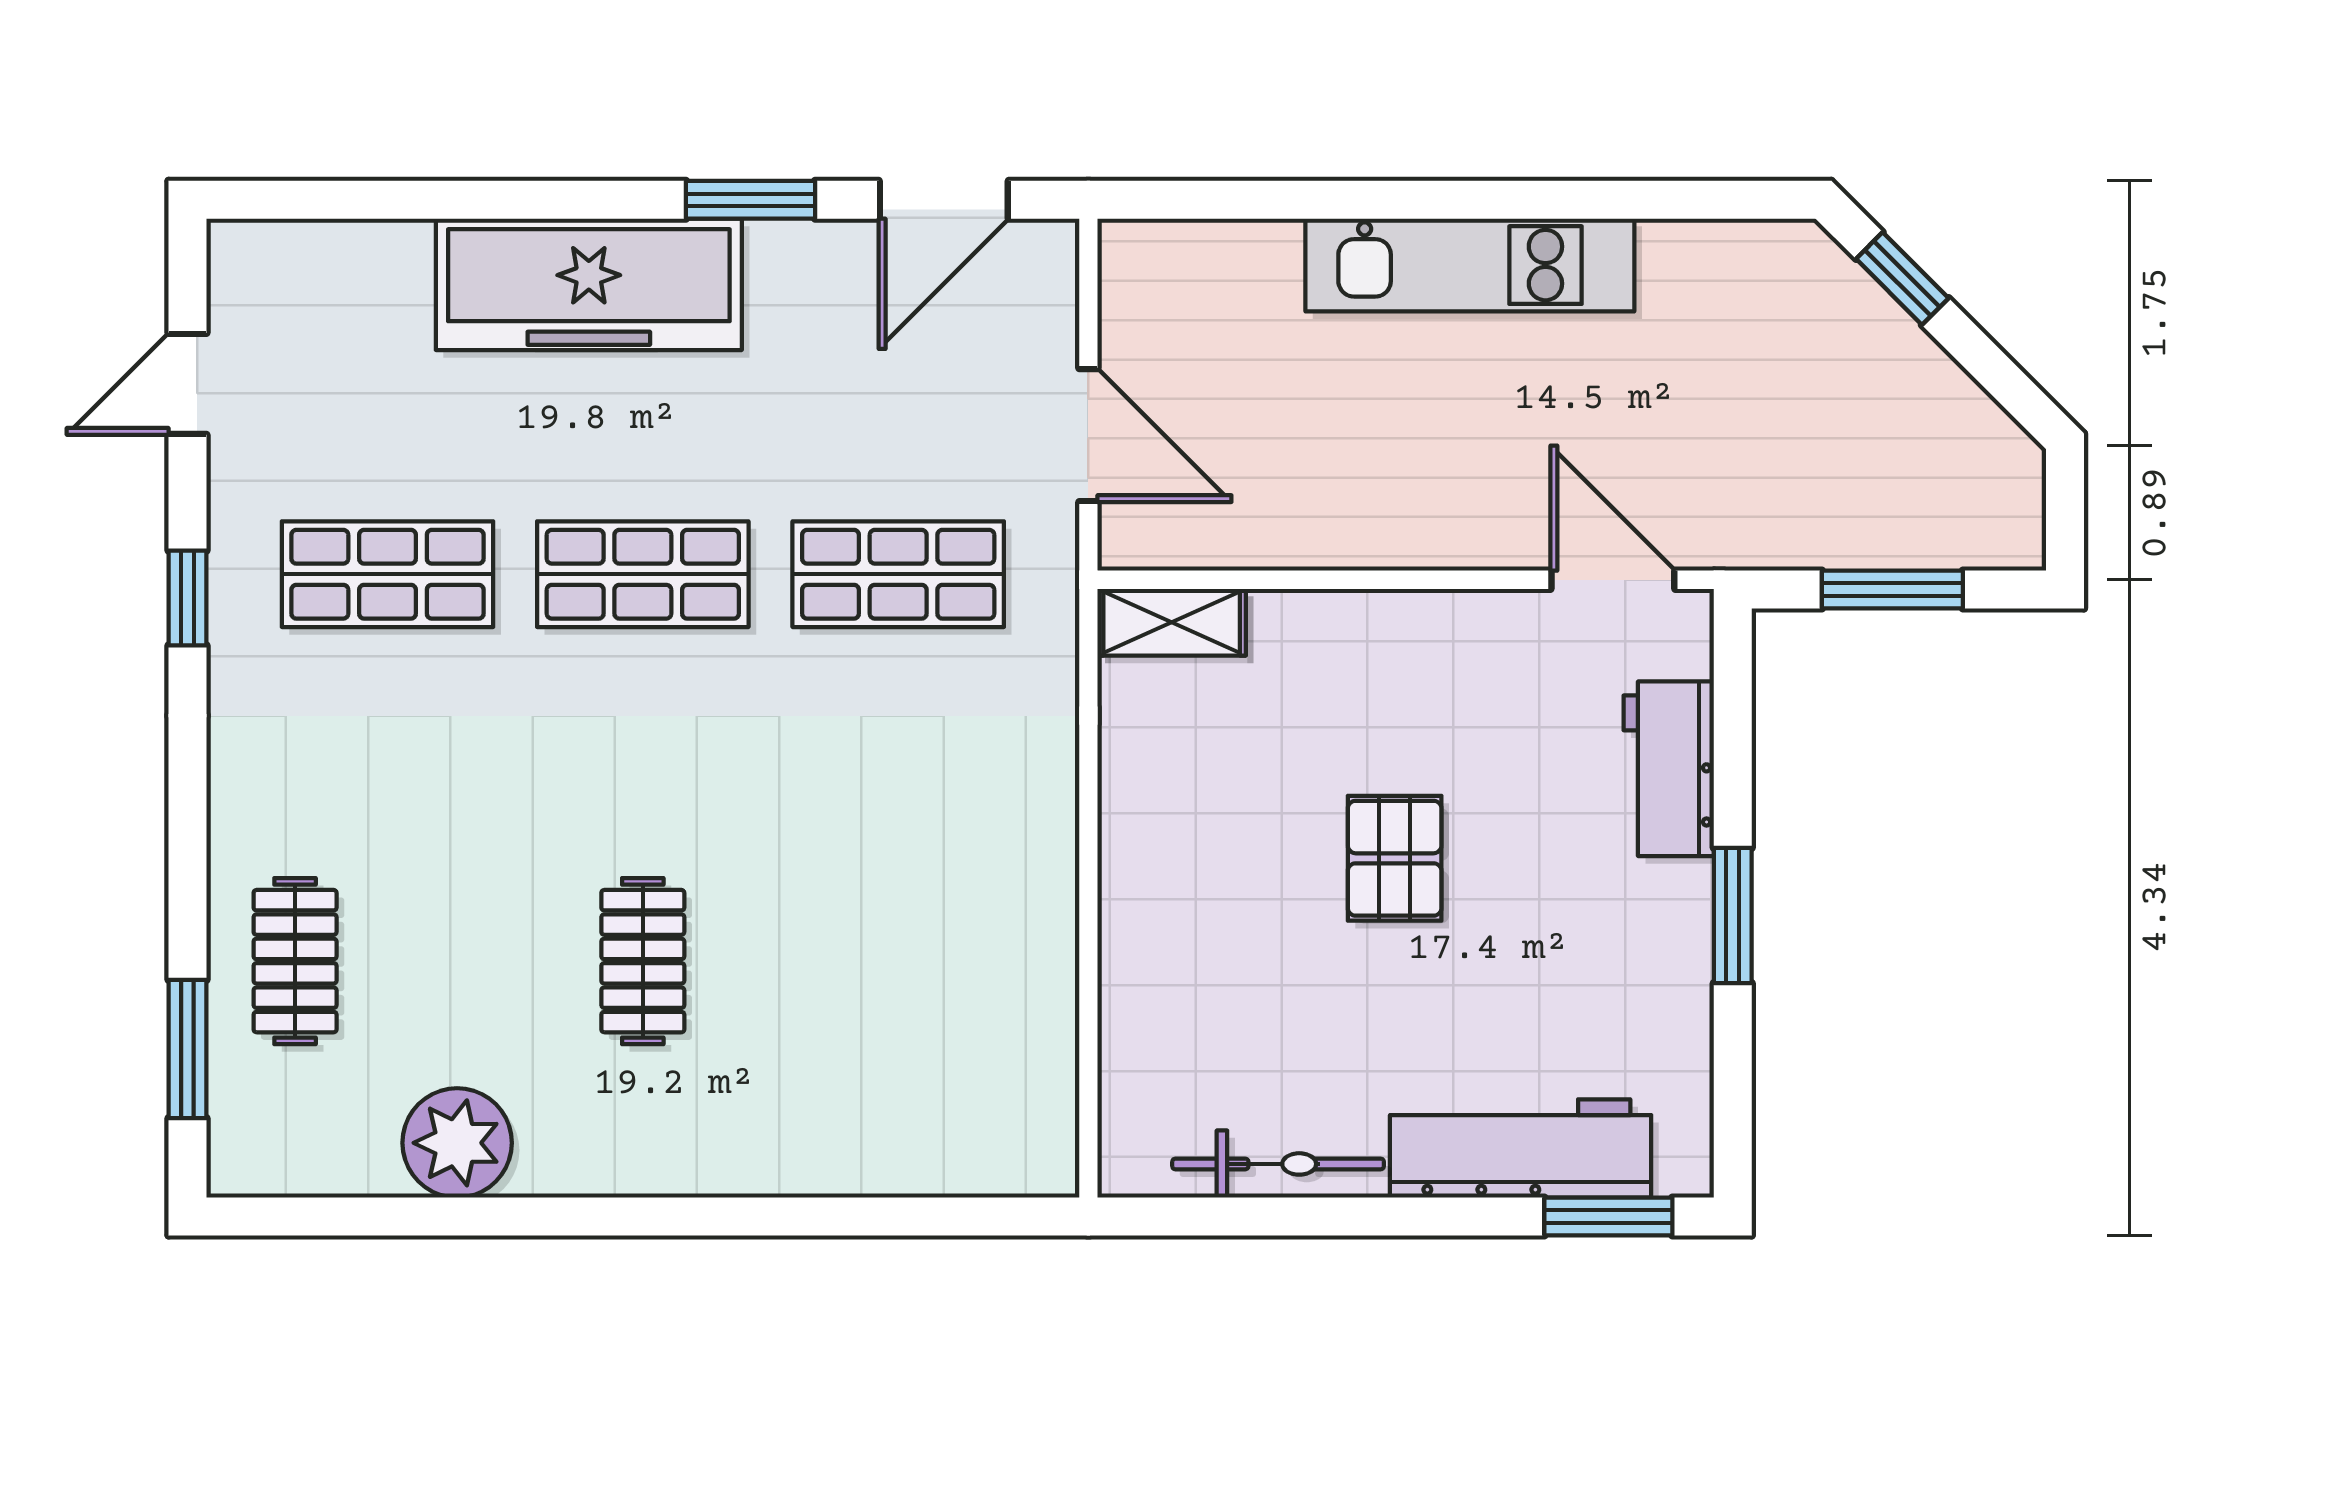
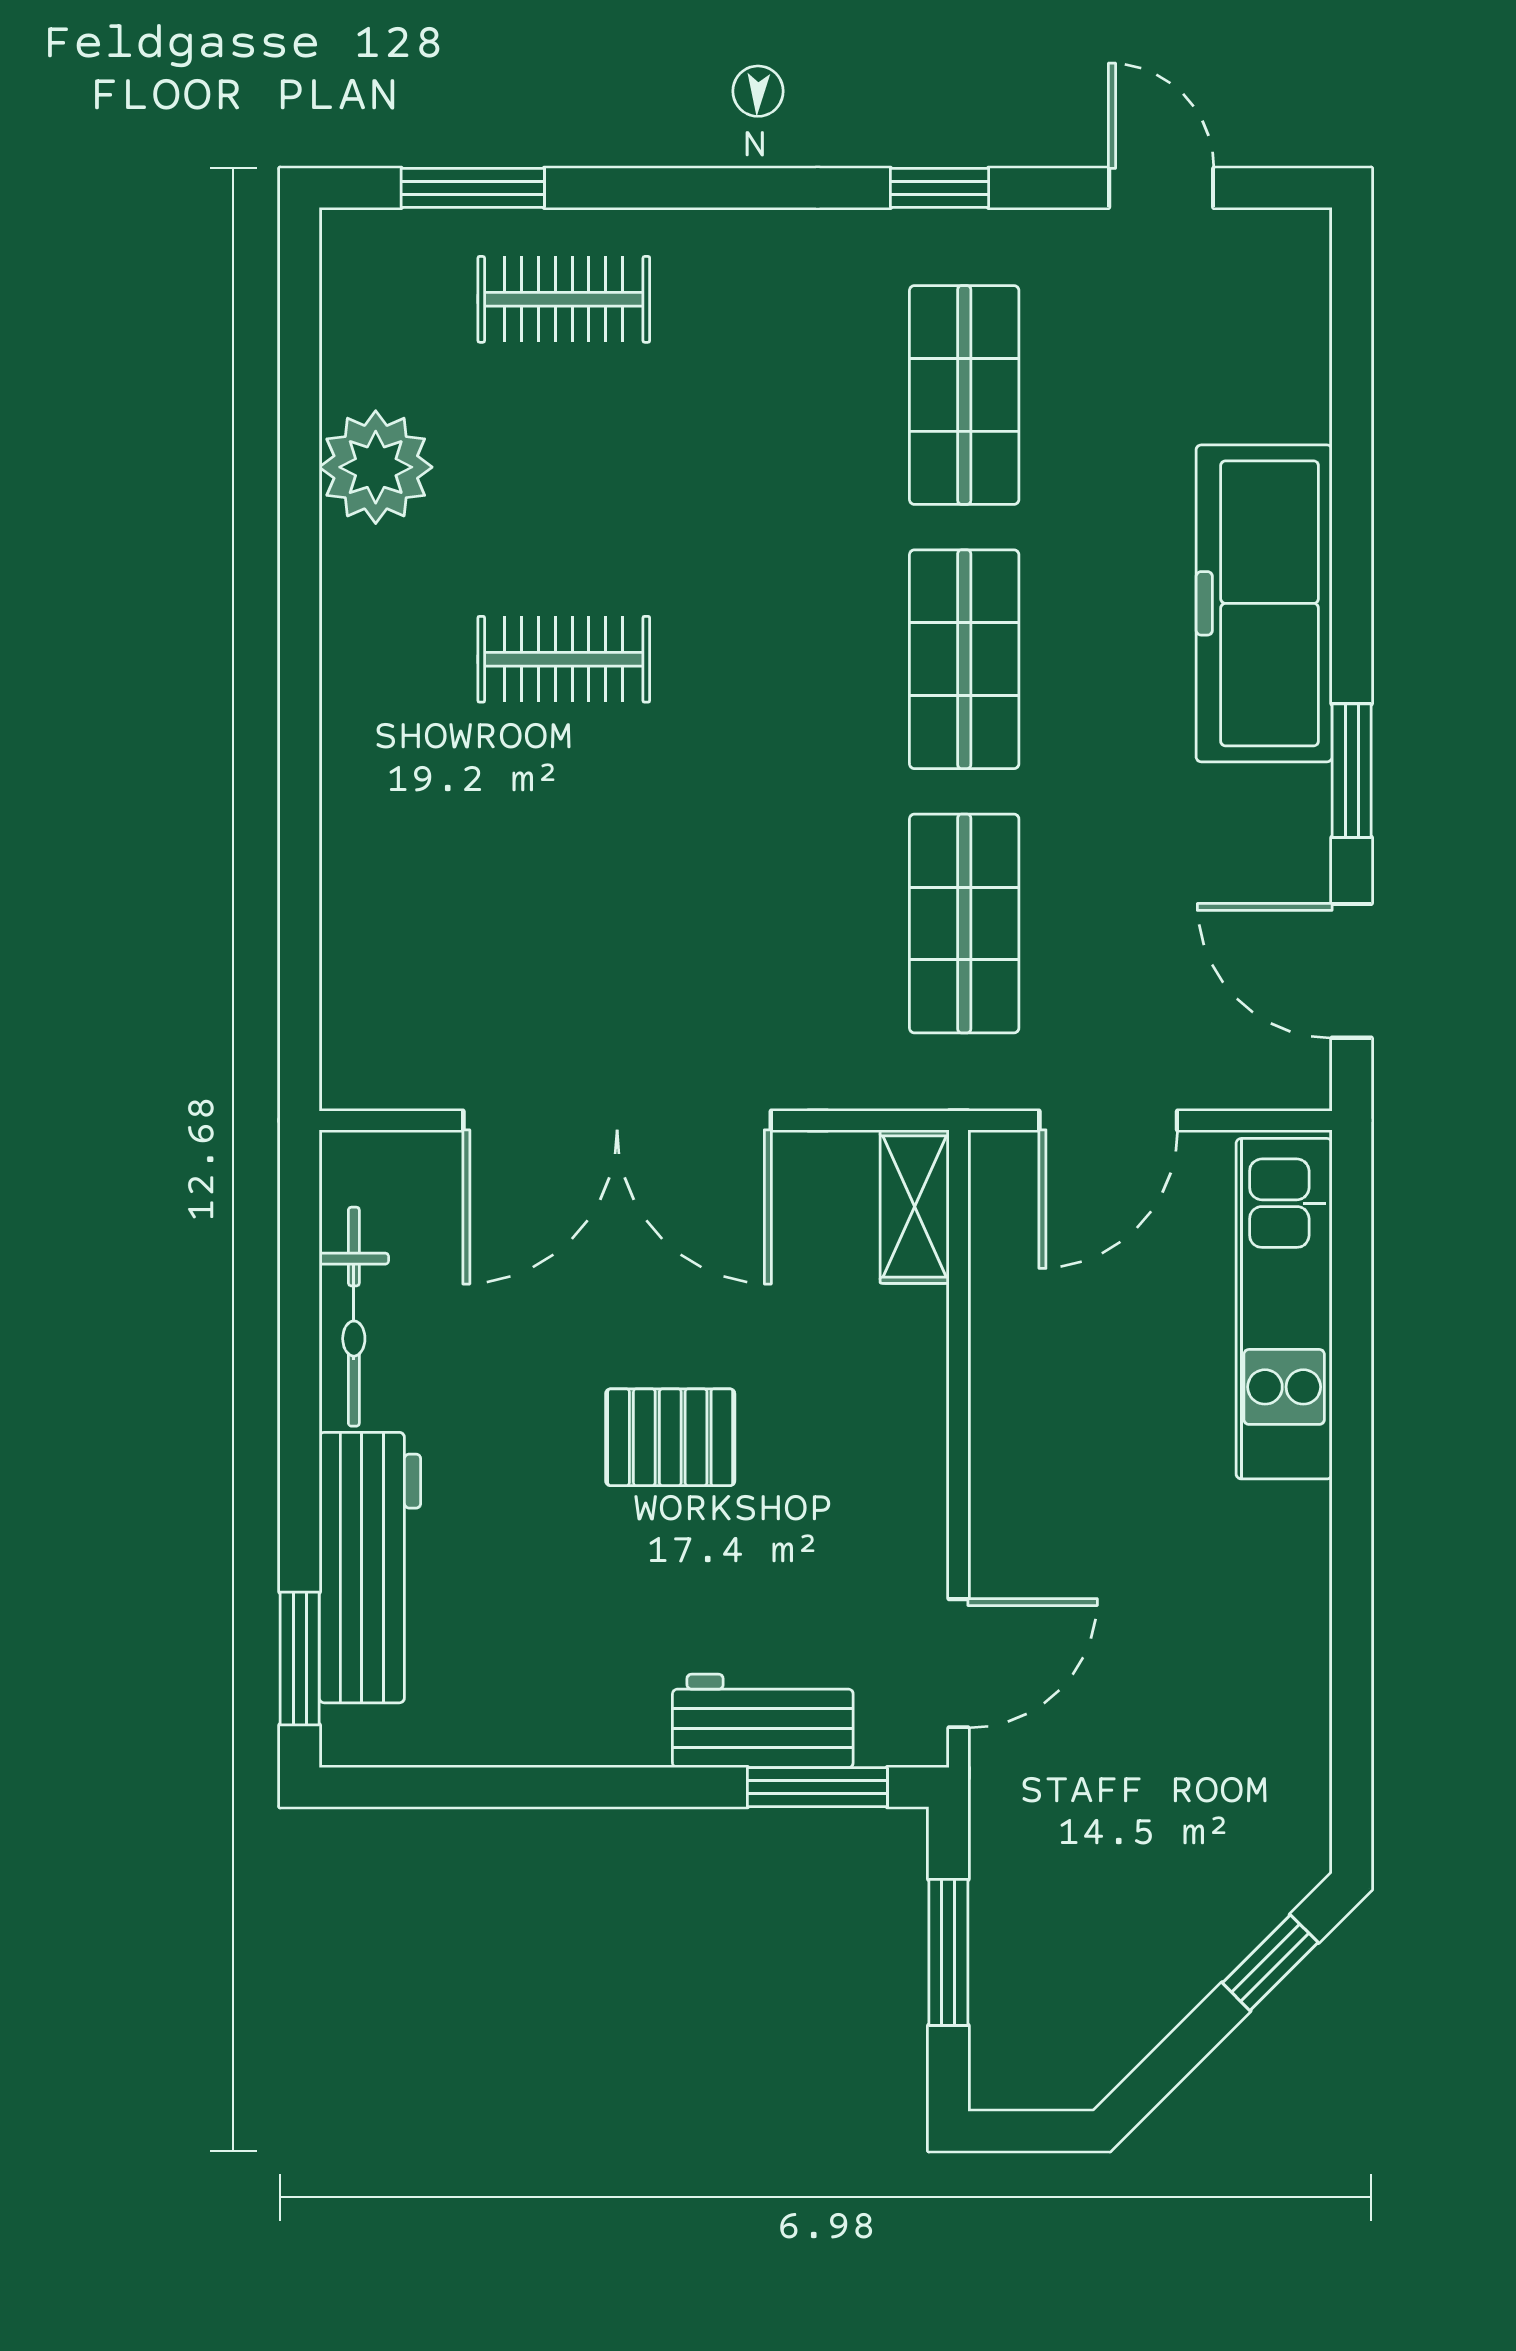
kitchen unit: (1470, 265) -> (1284, 1309), moved
double door: (1088, 910) -> (617, 1120), added
window: (1733, 915) -> (817, 1787), moved

